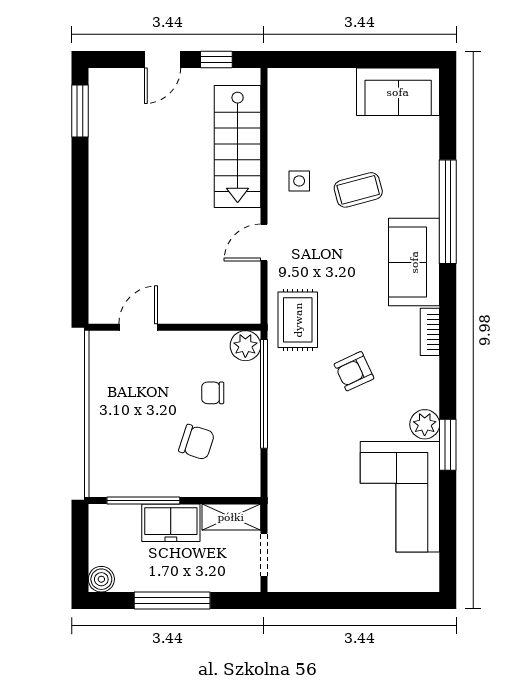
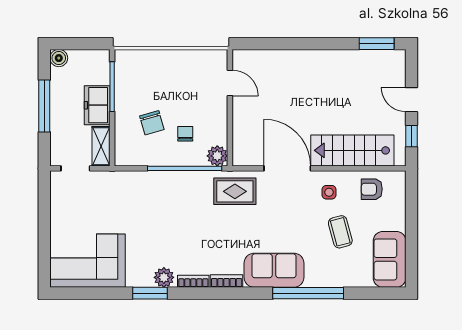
coffee table: (358, 190) -> (340, 232), moved
door: (264, 242) -> (287, 168), width x1.88
armchair: (354, 371) -> (372, 189), moved, turned -65
bookcase: (430, 381) -> (193, 281), added
chair: (197, 442) -> (152, 123), turned -34
corner sofa: (400, 497) -> (88, 261), moved

